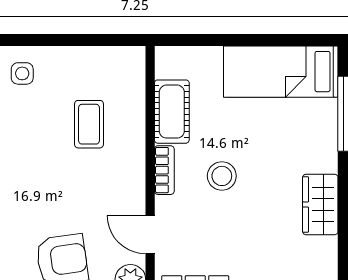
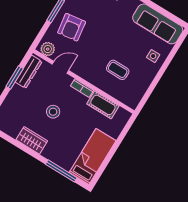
stool: (222, 176) -> (53, 112), moved

